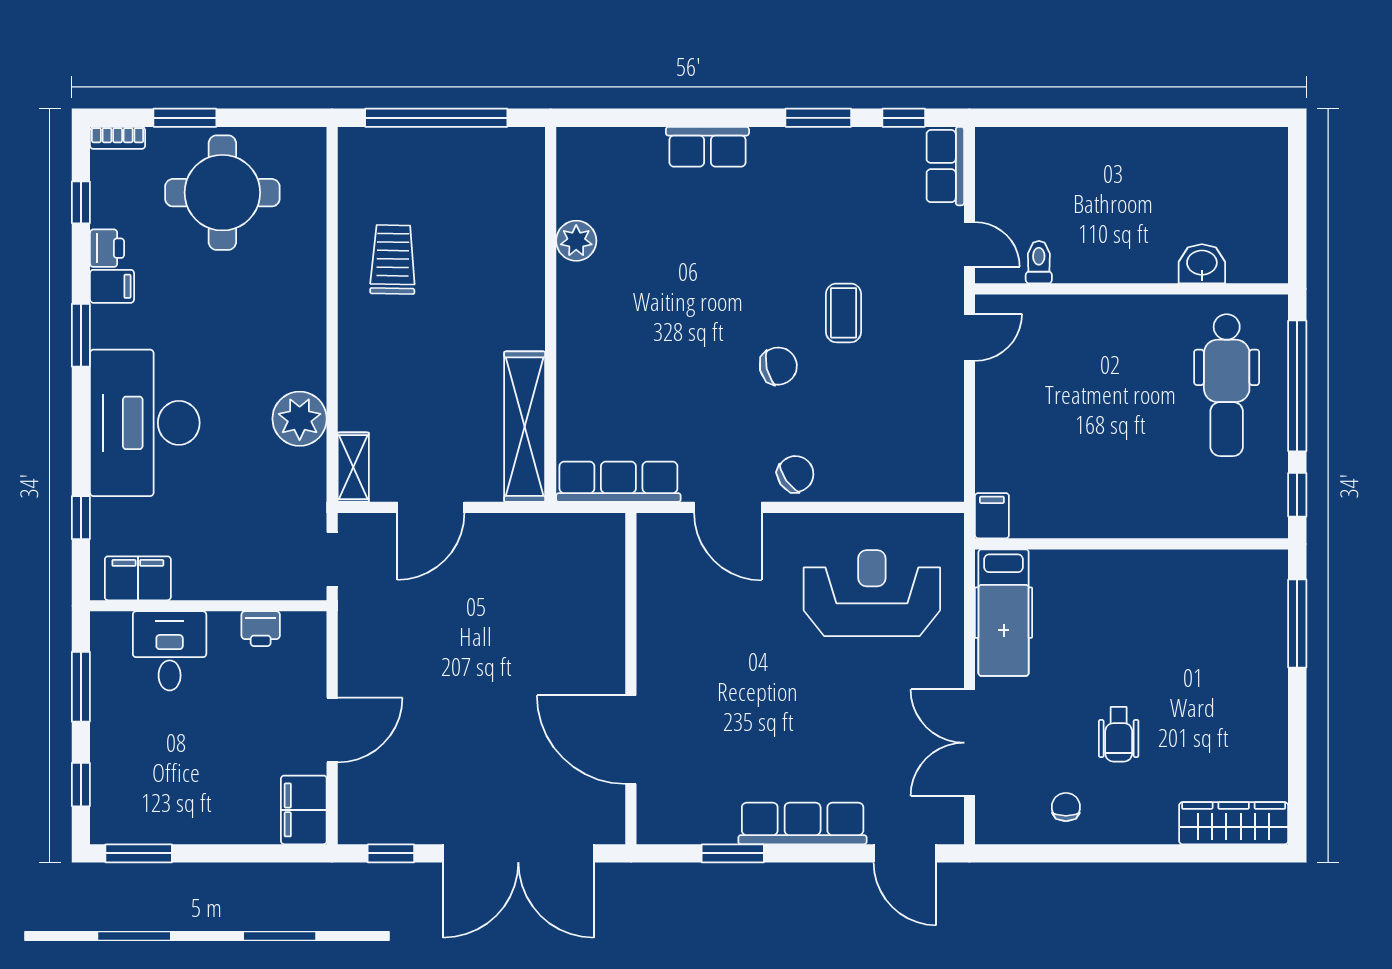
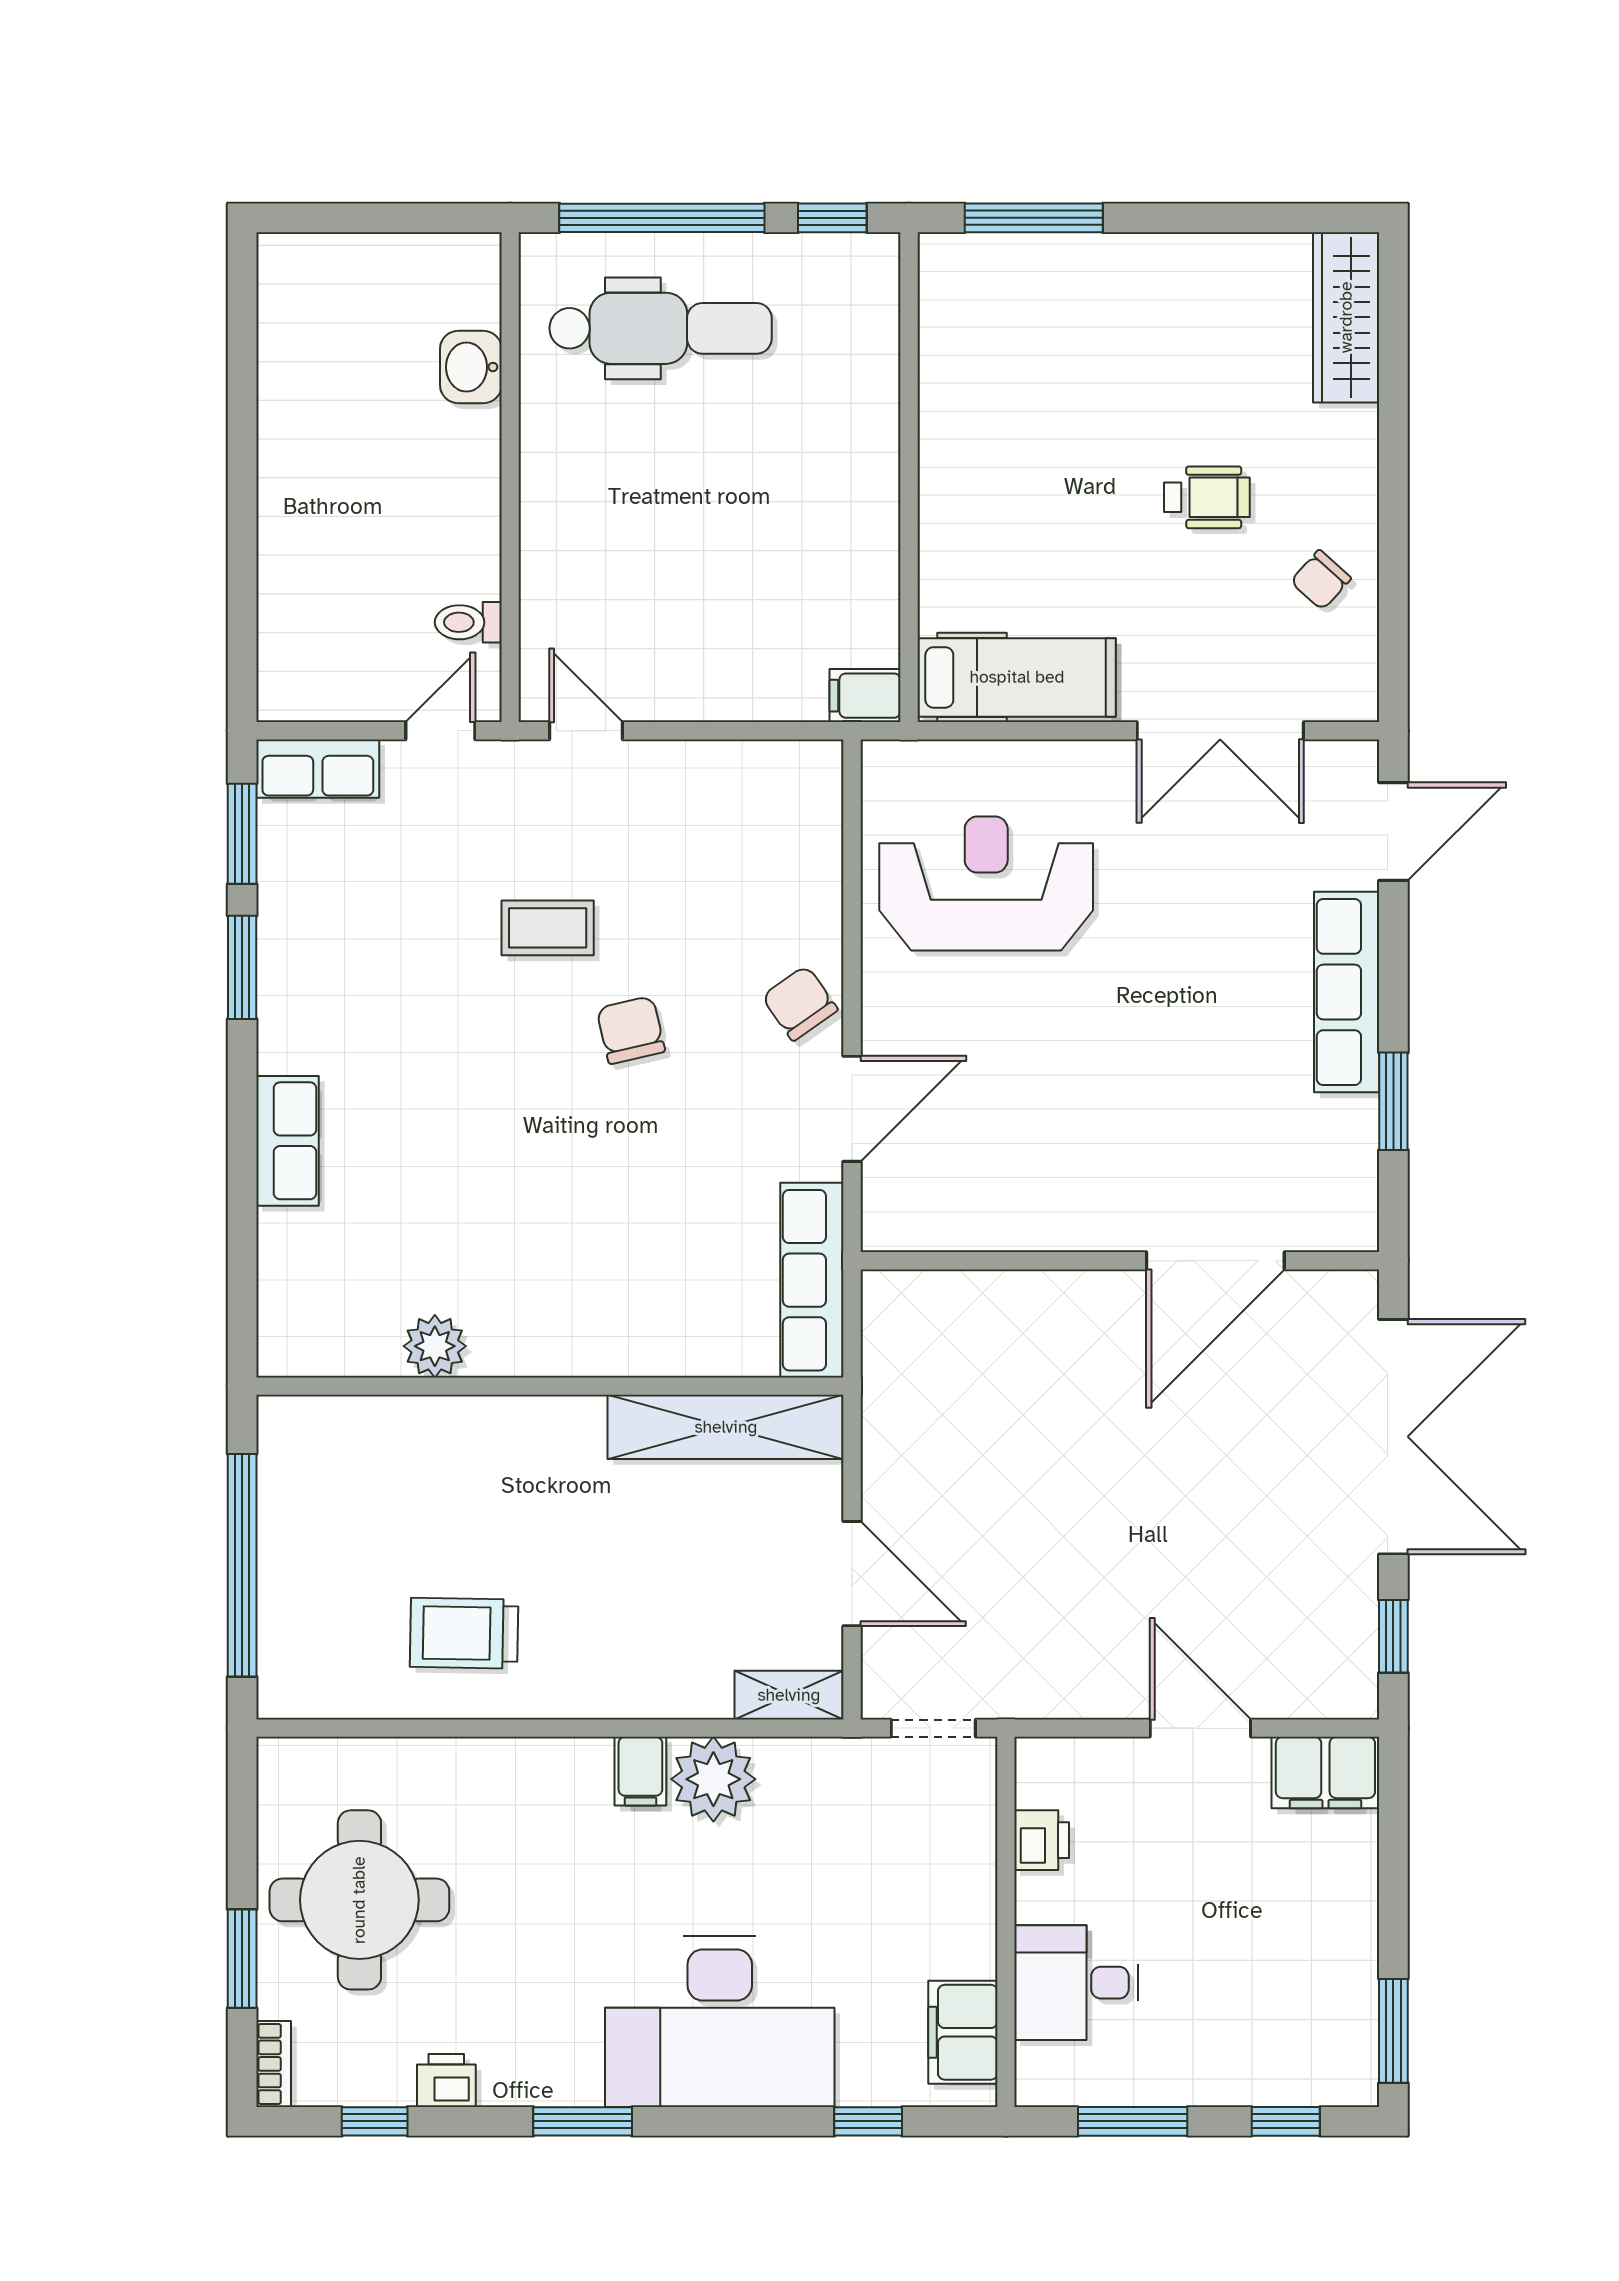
window: (904, 118) -> (242, 834), width x1.50
filing cabinet: (112, 286) -> (640, 1771), moved, turned 180
reception desk: (872, 593) -> (986, 883), turned 90
chair: (1066, 807) -> (1321, 580), turned -48

